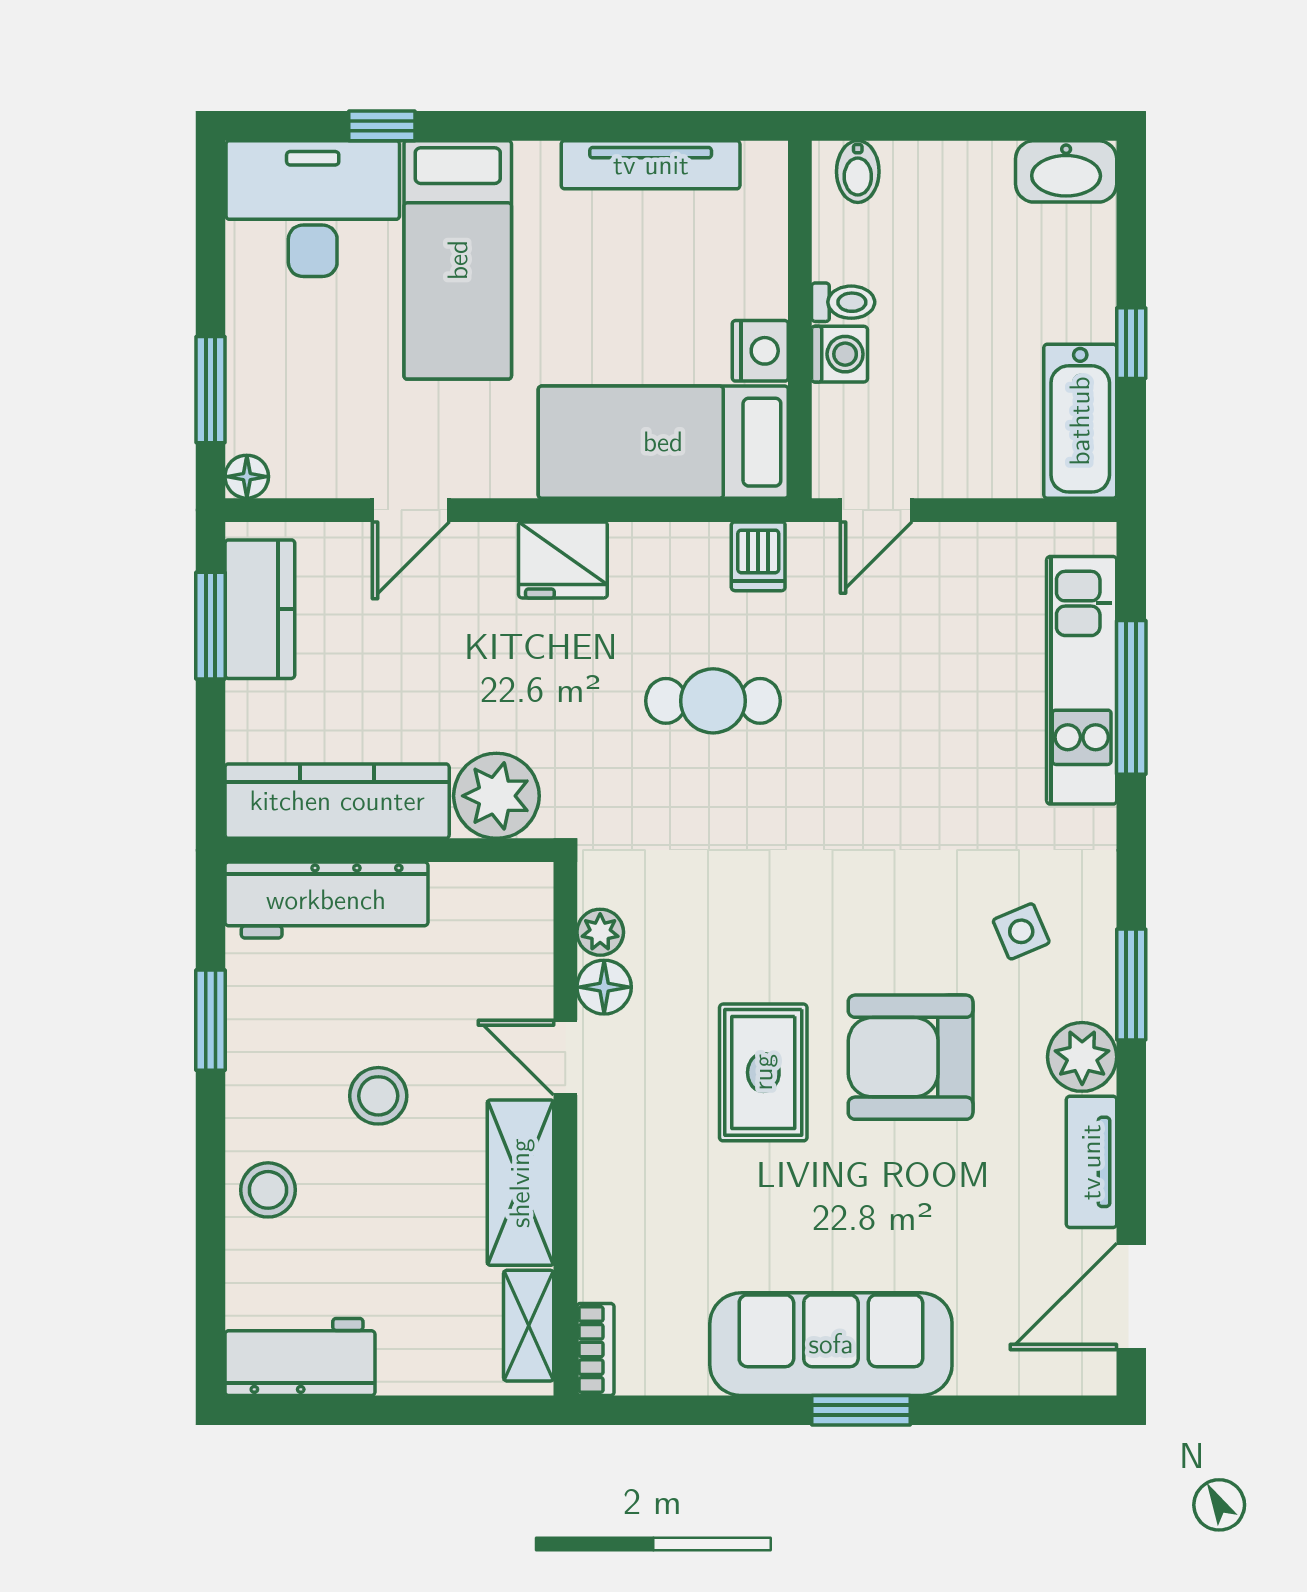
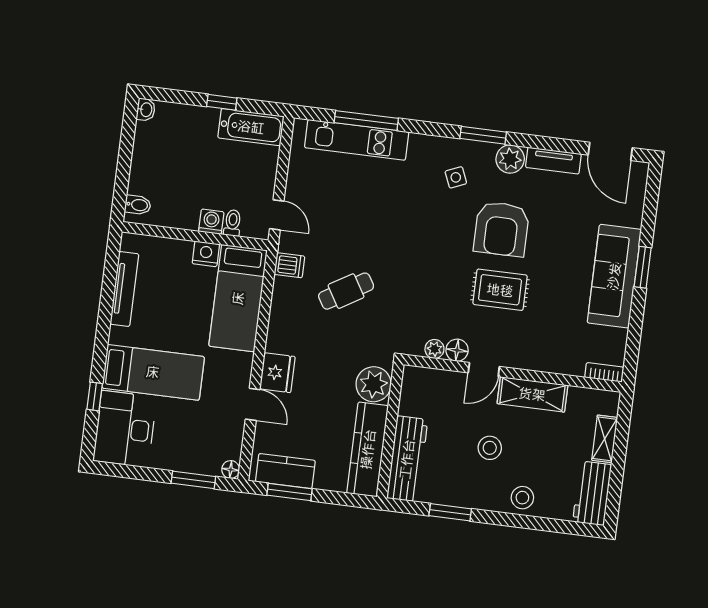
washbasin: (1066, 171) -> (146, 110), width x0.52, depth x0.69
toilet: (843, 302) -> (233, 223), moved
fridge: (563, 560) -> (277, 373), moved
cafe table: (713, 701) -> (346, 291), turned 59
shelving: (529, 1326) -> (605, 439), moved, turned 90

